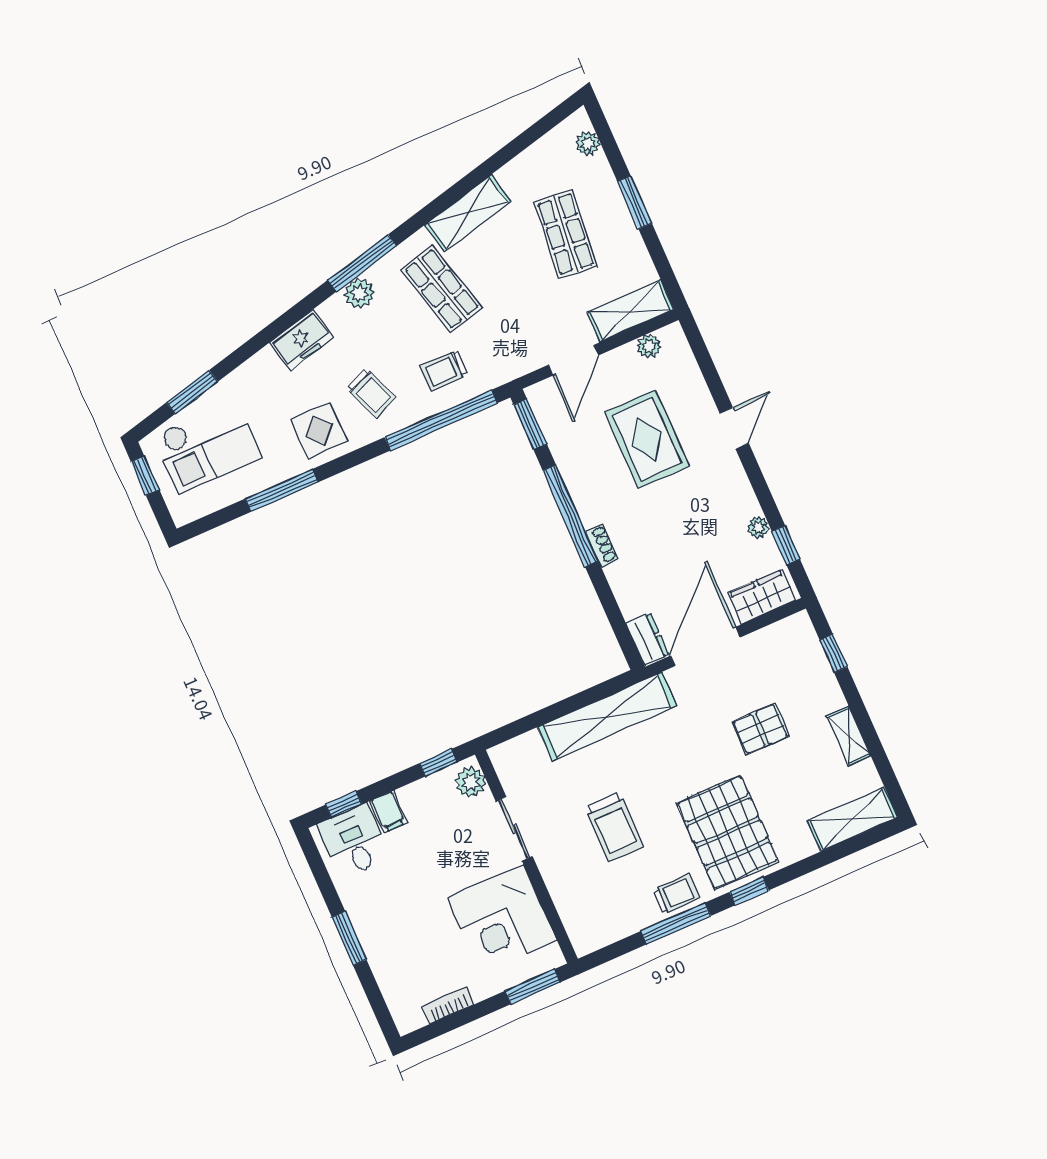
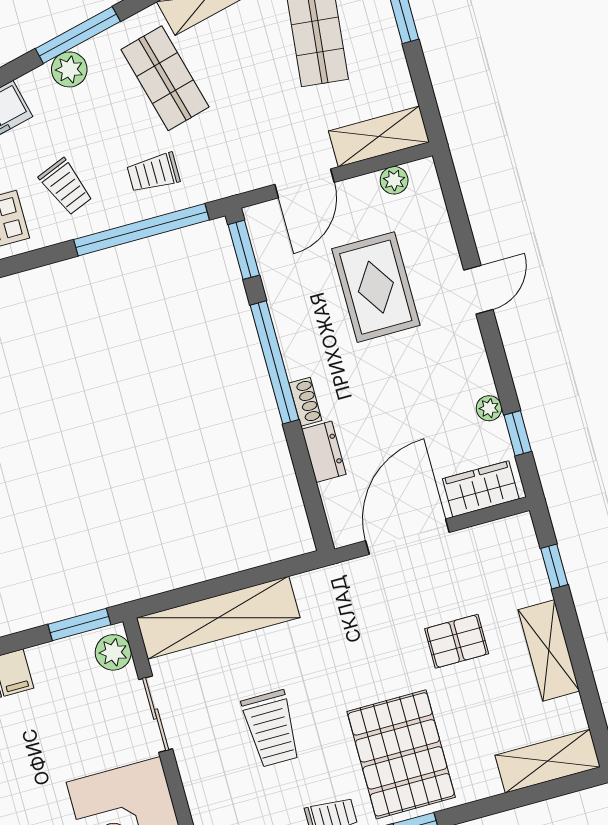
dresser: (647, 639) -> (324, 452), moved
shelving: (607, 716) -> (218, 618), moved
shelving: (849, 736) -> (549, 650), width x1.50, depth x1.33
window: (438, 763) -> (79, 625), width x1.50

